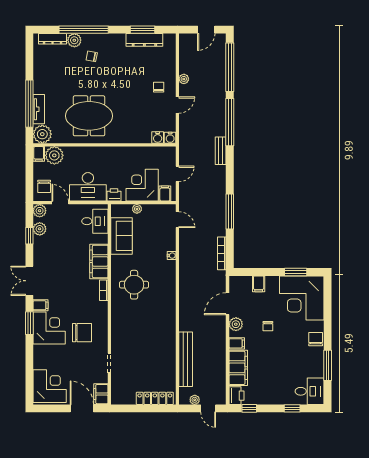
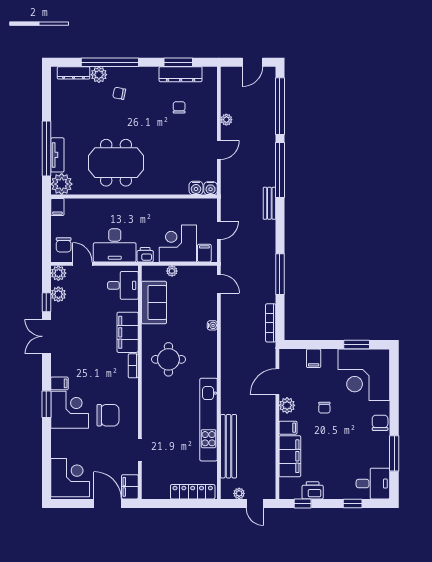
chair: (159, 87) -> (179, 107), moved
plant: (54, 155) -> (76, 209), removed
double door: (29, 281) -> (46, 336), moved
kitchen unit: (168, 336) -> (209, 420), added
printer: (236, 396) -> (313, 490), moved, turned -90

